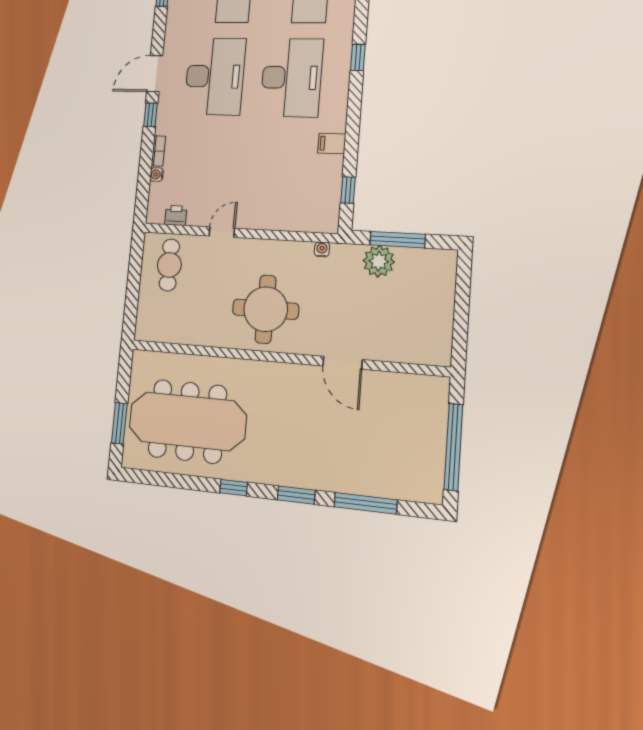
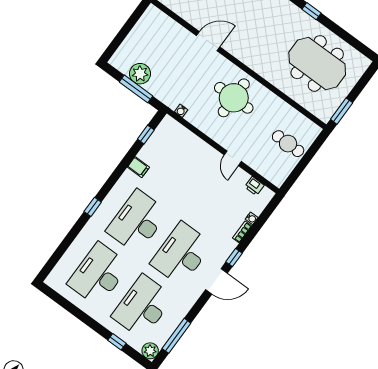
door: (222, 232) -> (233, 158), hinge flipped
plant: (379, 261) -> (140, 74), moved
cafe table: (169, 265) -> (288, 144), moved, turned 90
door: (343, 363) -> (208, 41), hinge flipped
meeting table: (187, 421) -> (317, 63), width x0.73
window: (119, 423) -> (342, 111), moved

